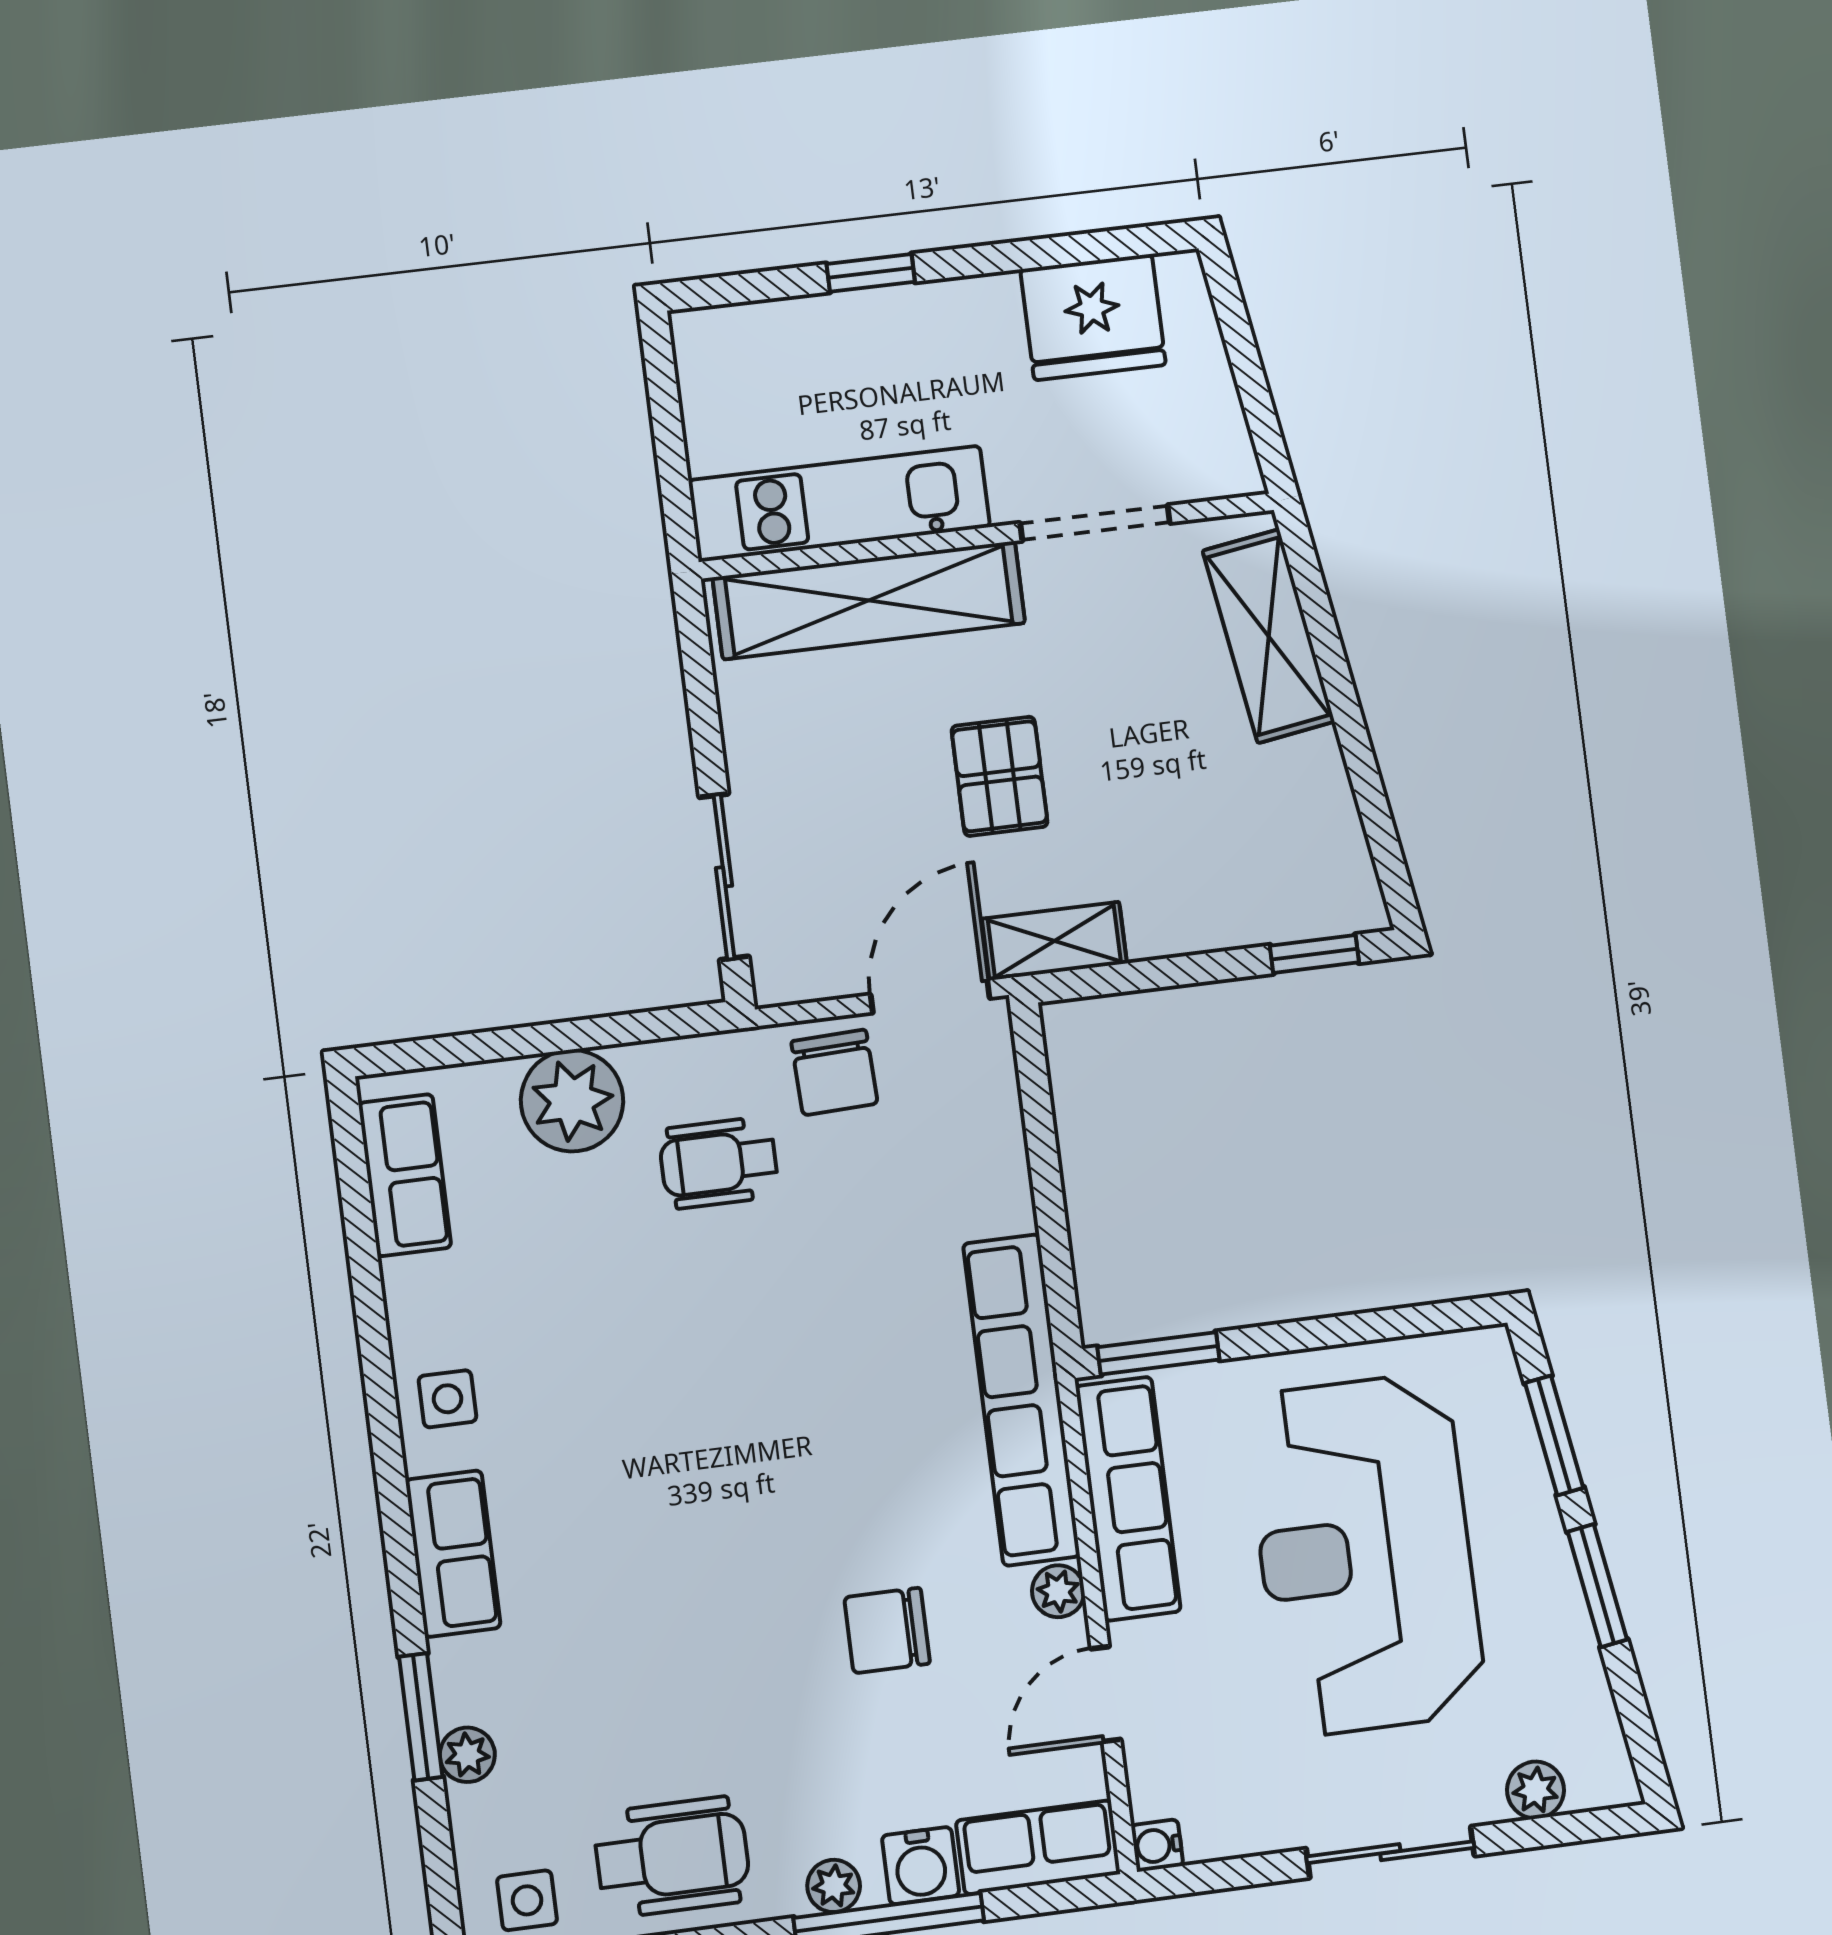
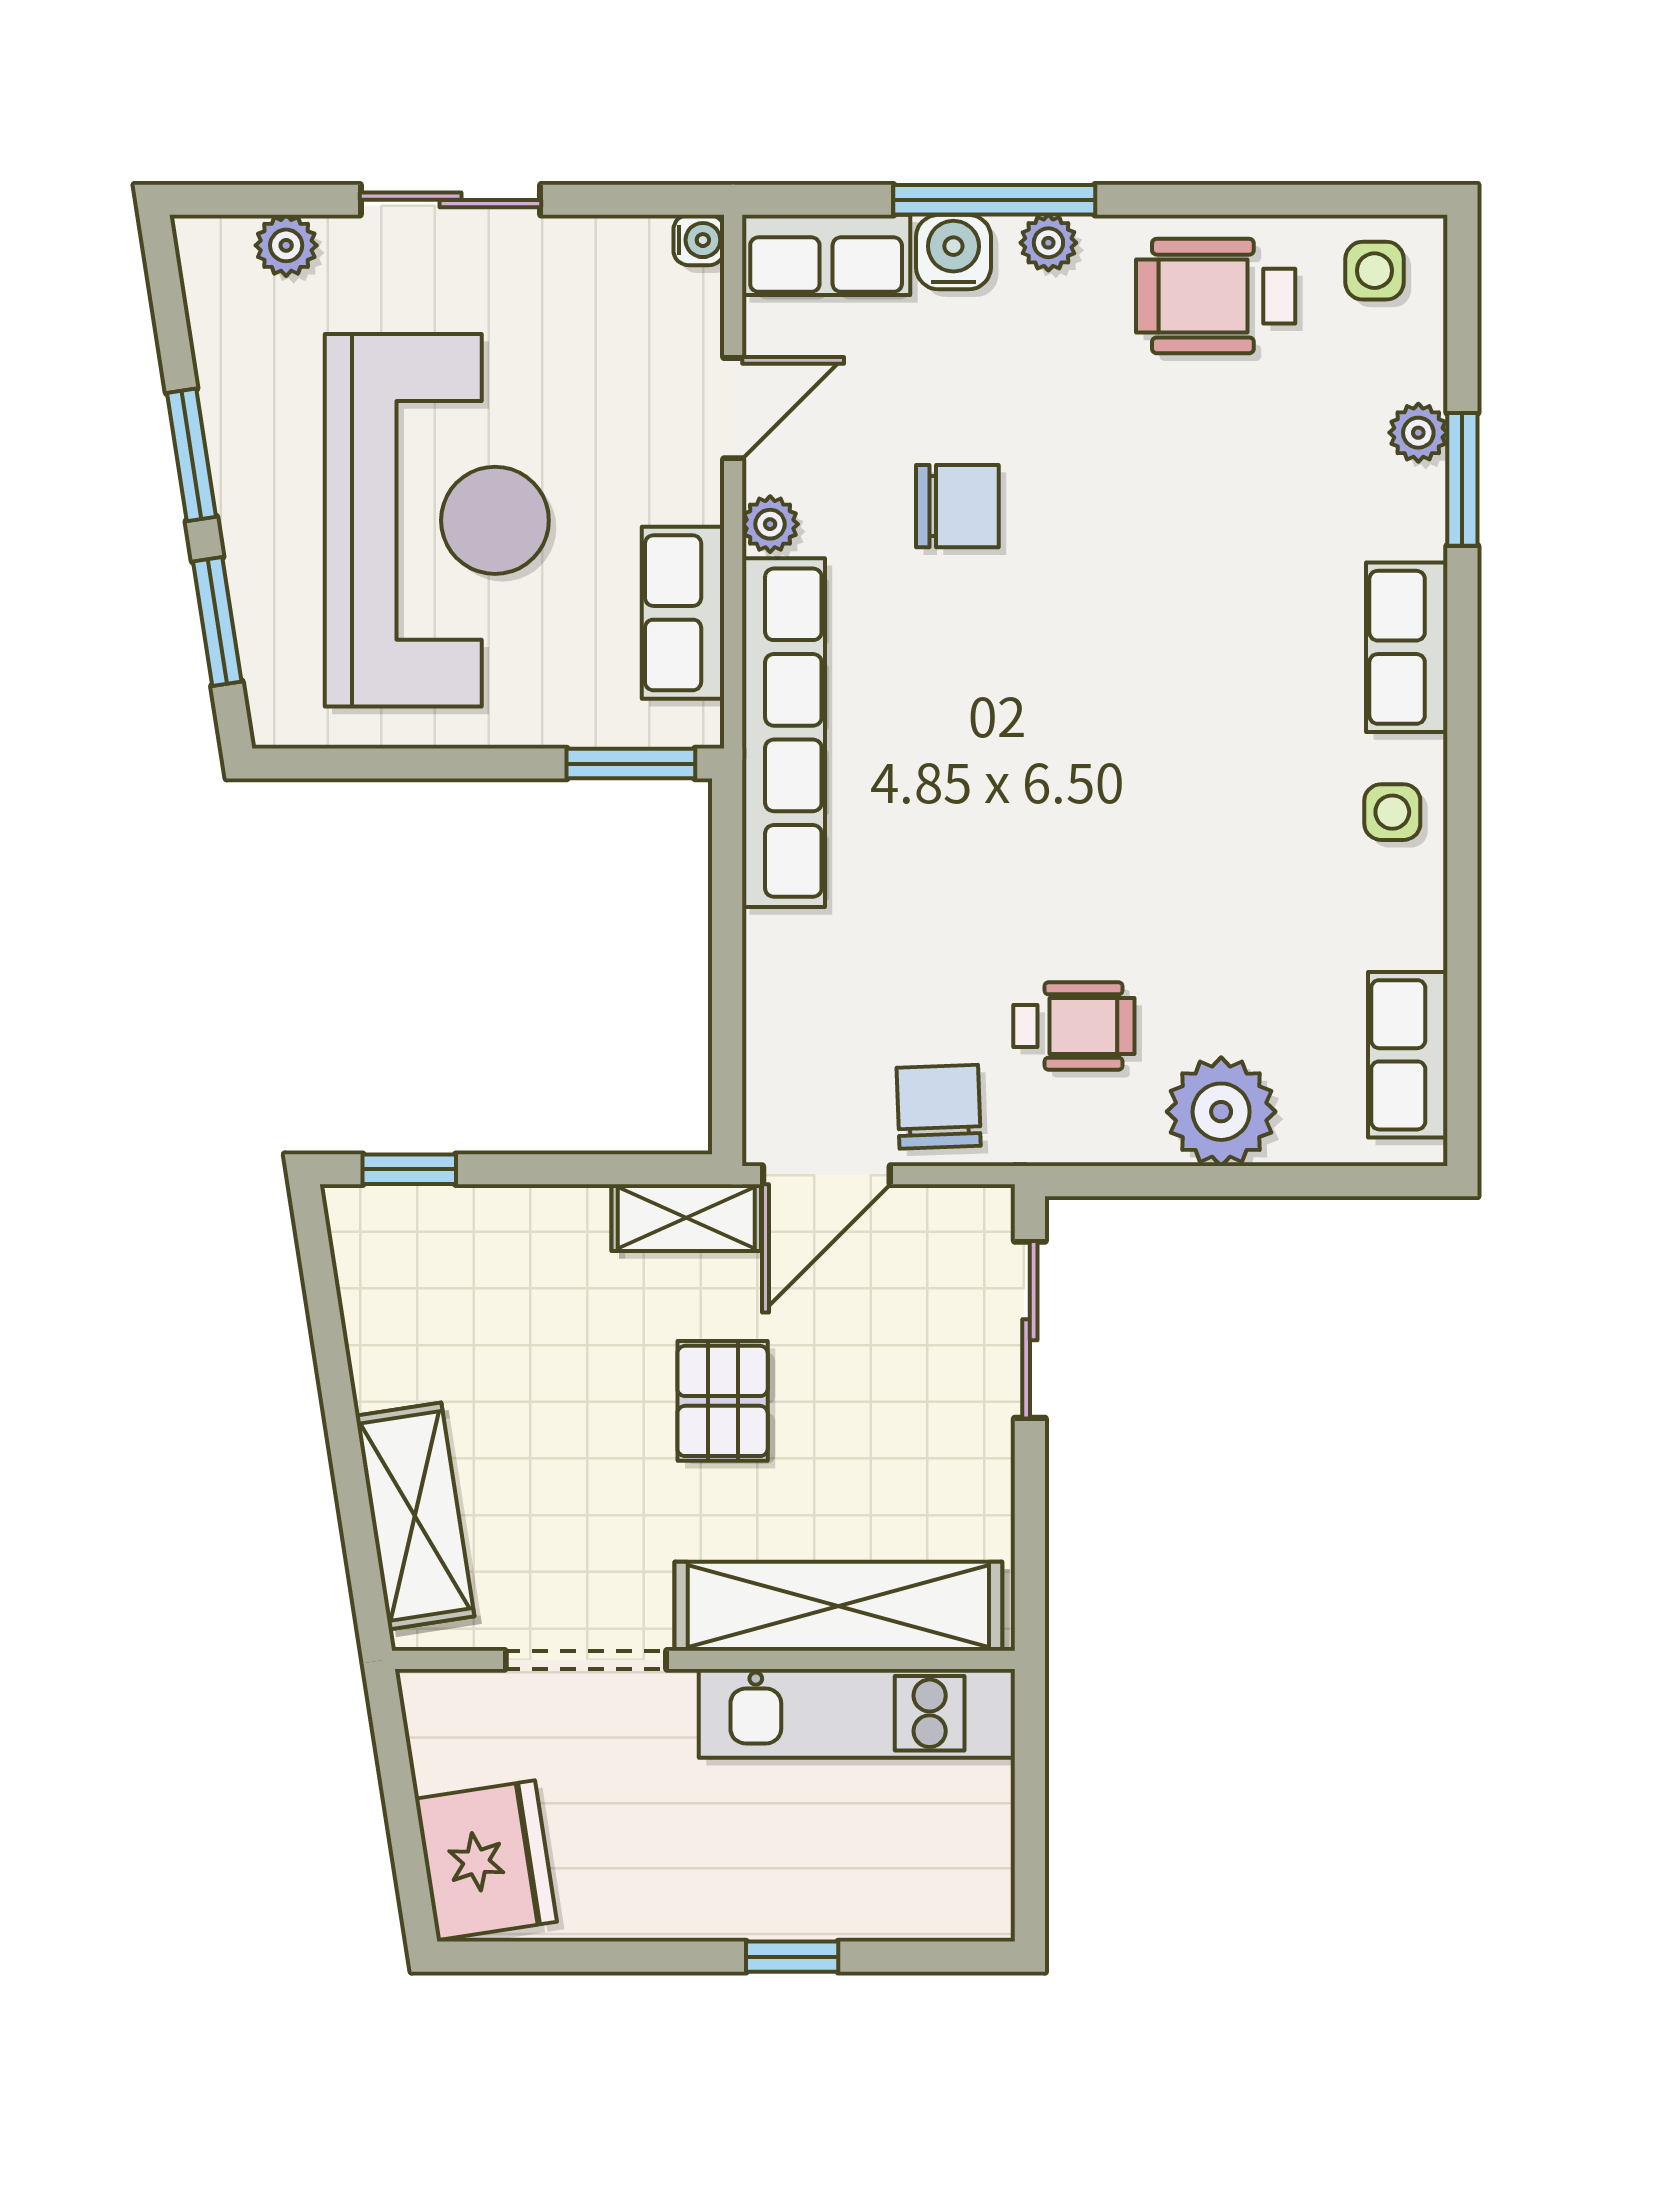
fridge: (1093, 317) -> (486, 1860), moved, turned 81
row of seats: (1128, 1499) -> (683, 613), width x0.68

